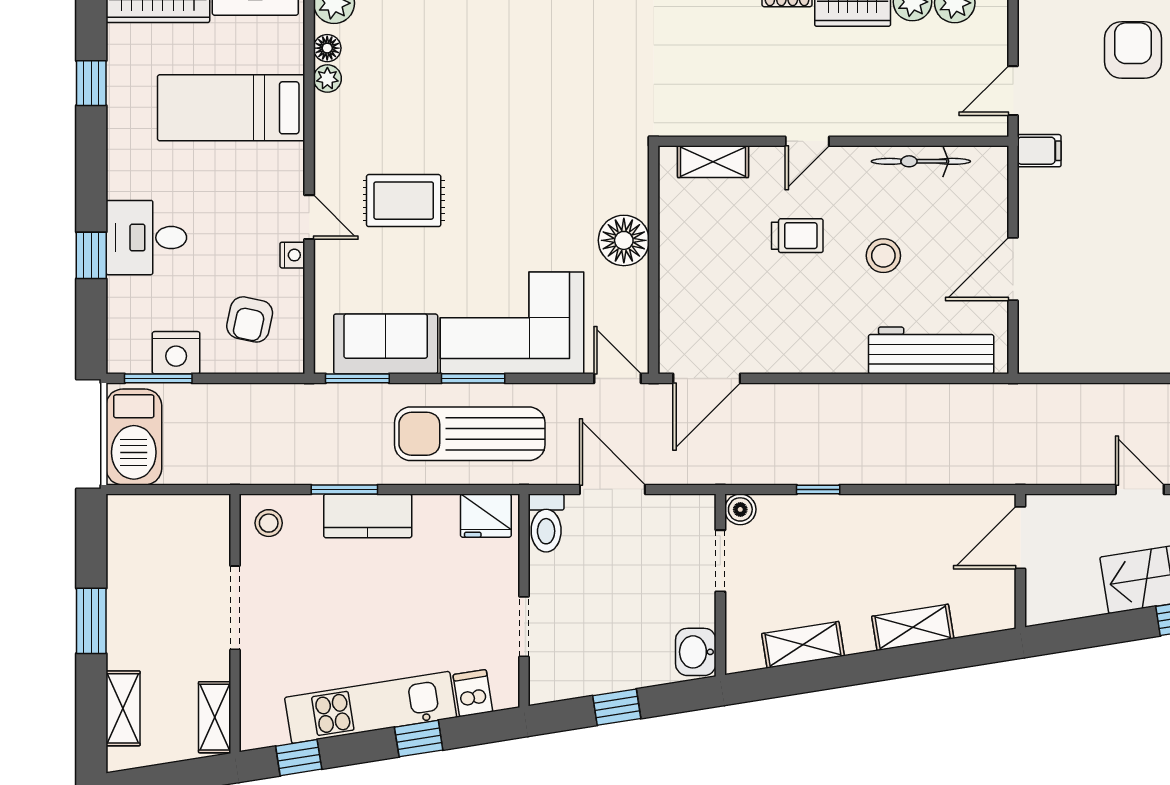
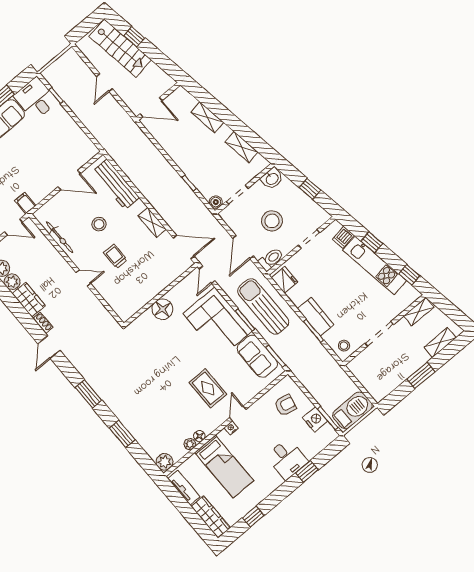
floor lamp: (327, 48) -> (199, 436), moved
shelving: (713, 162) -> (152, 223), moved
nightstand: (292, 255) -> (231, 428), moved
sun lounger: (470, 434) -> (263, 306), turned 180
stool: (616, 585) -> (272, 221), added

